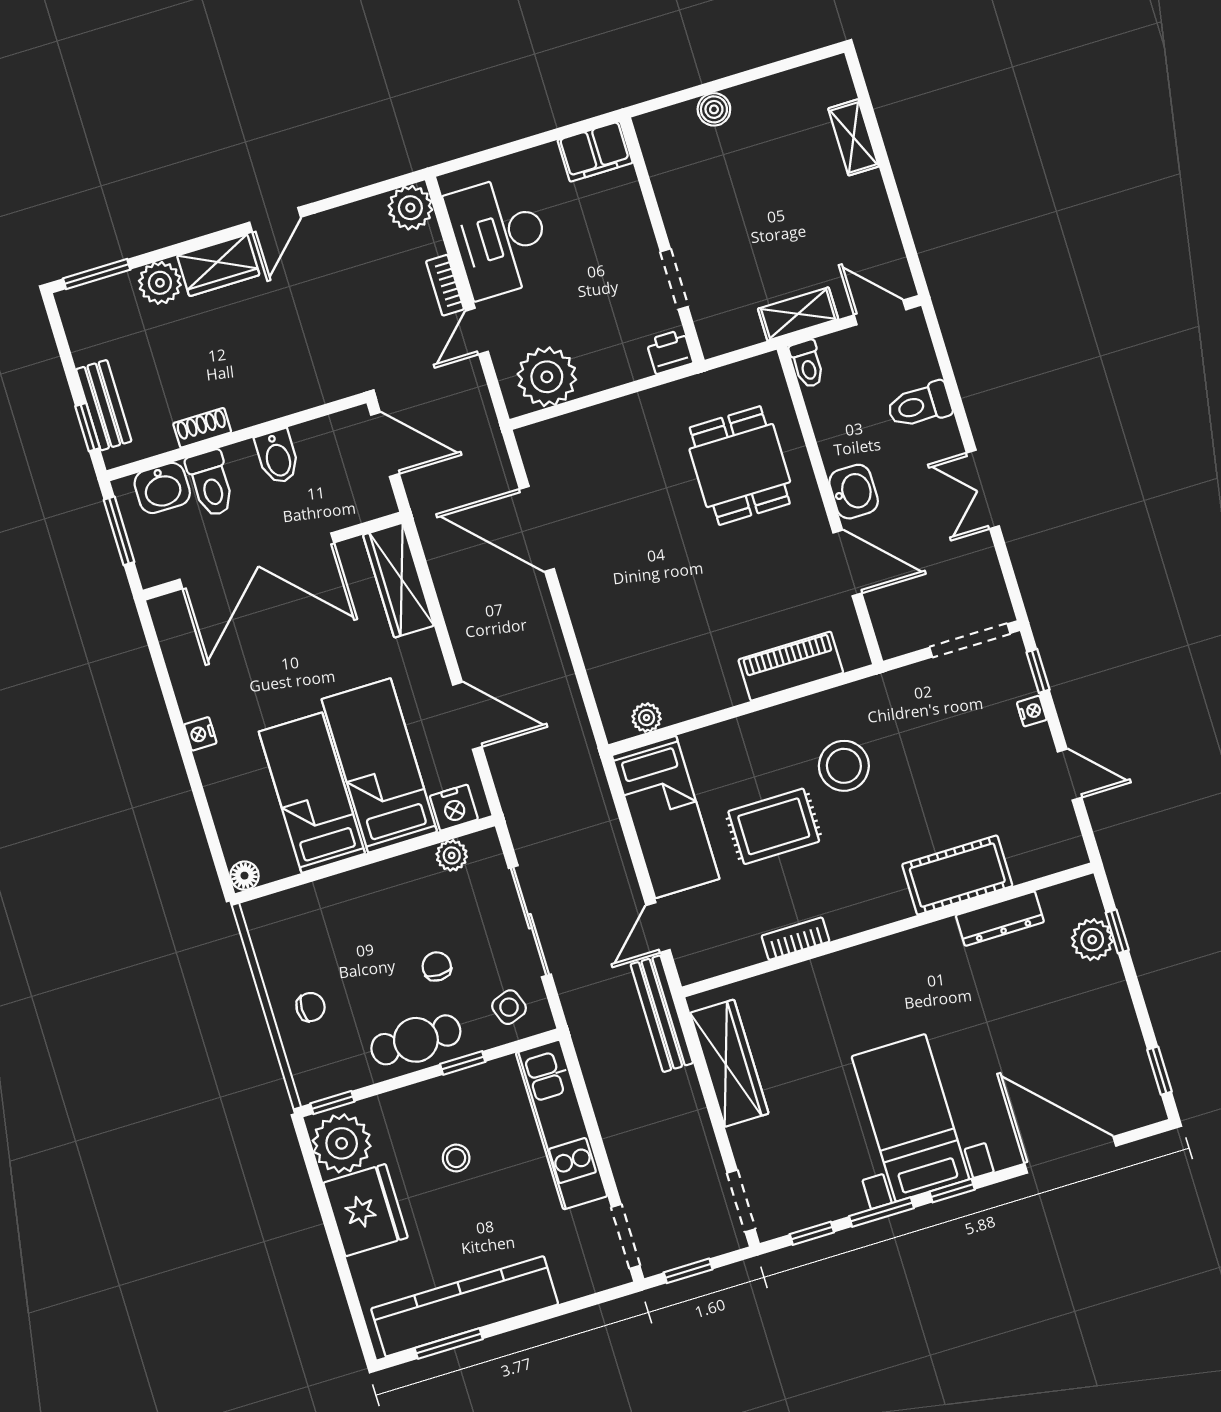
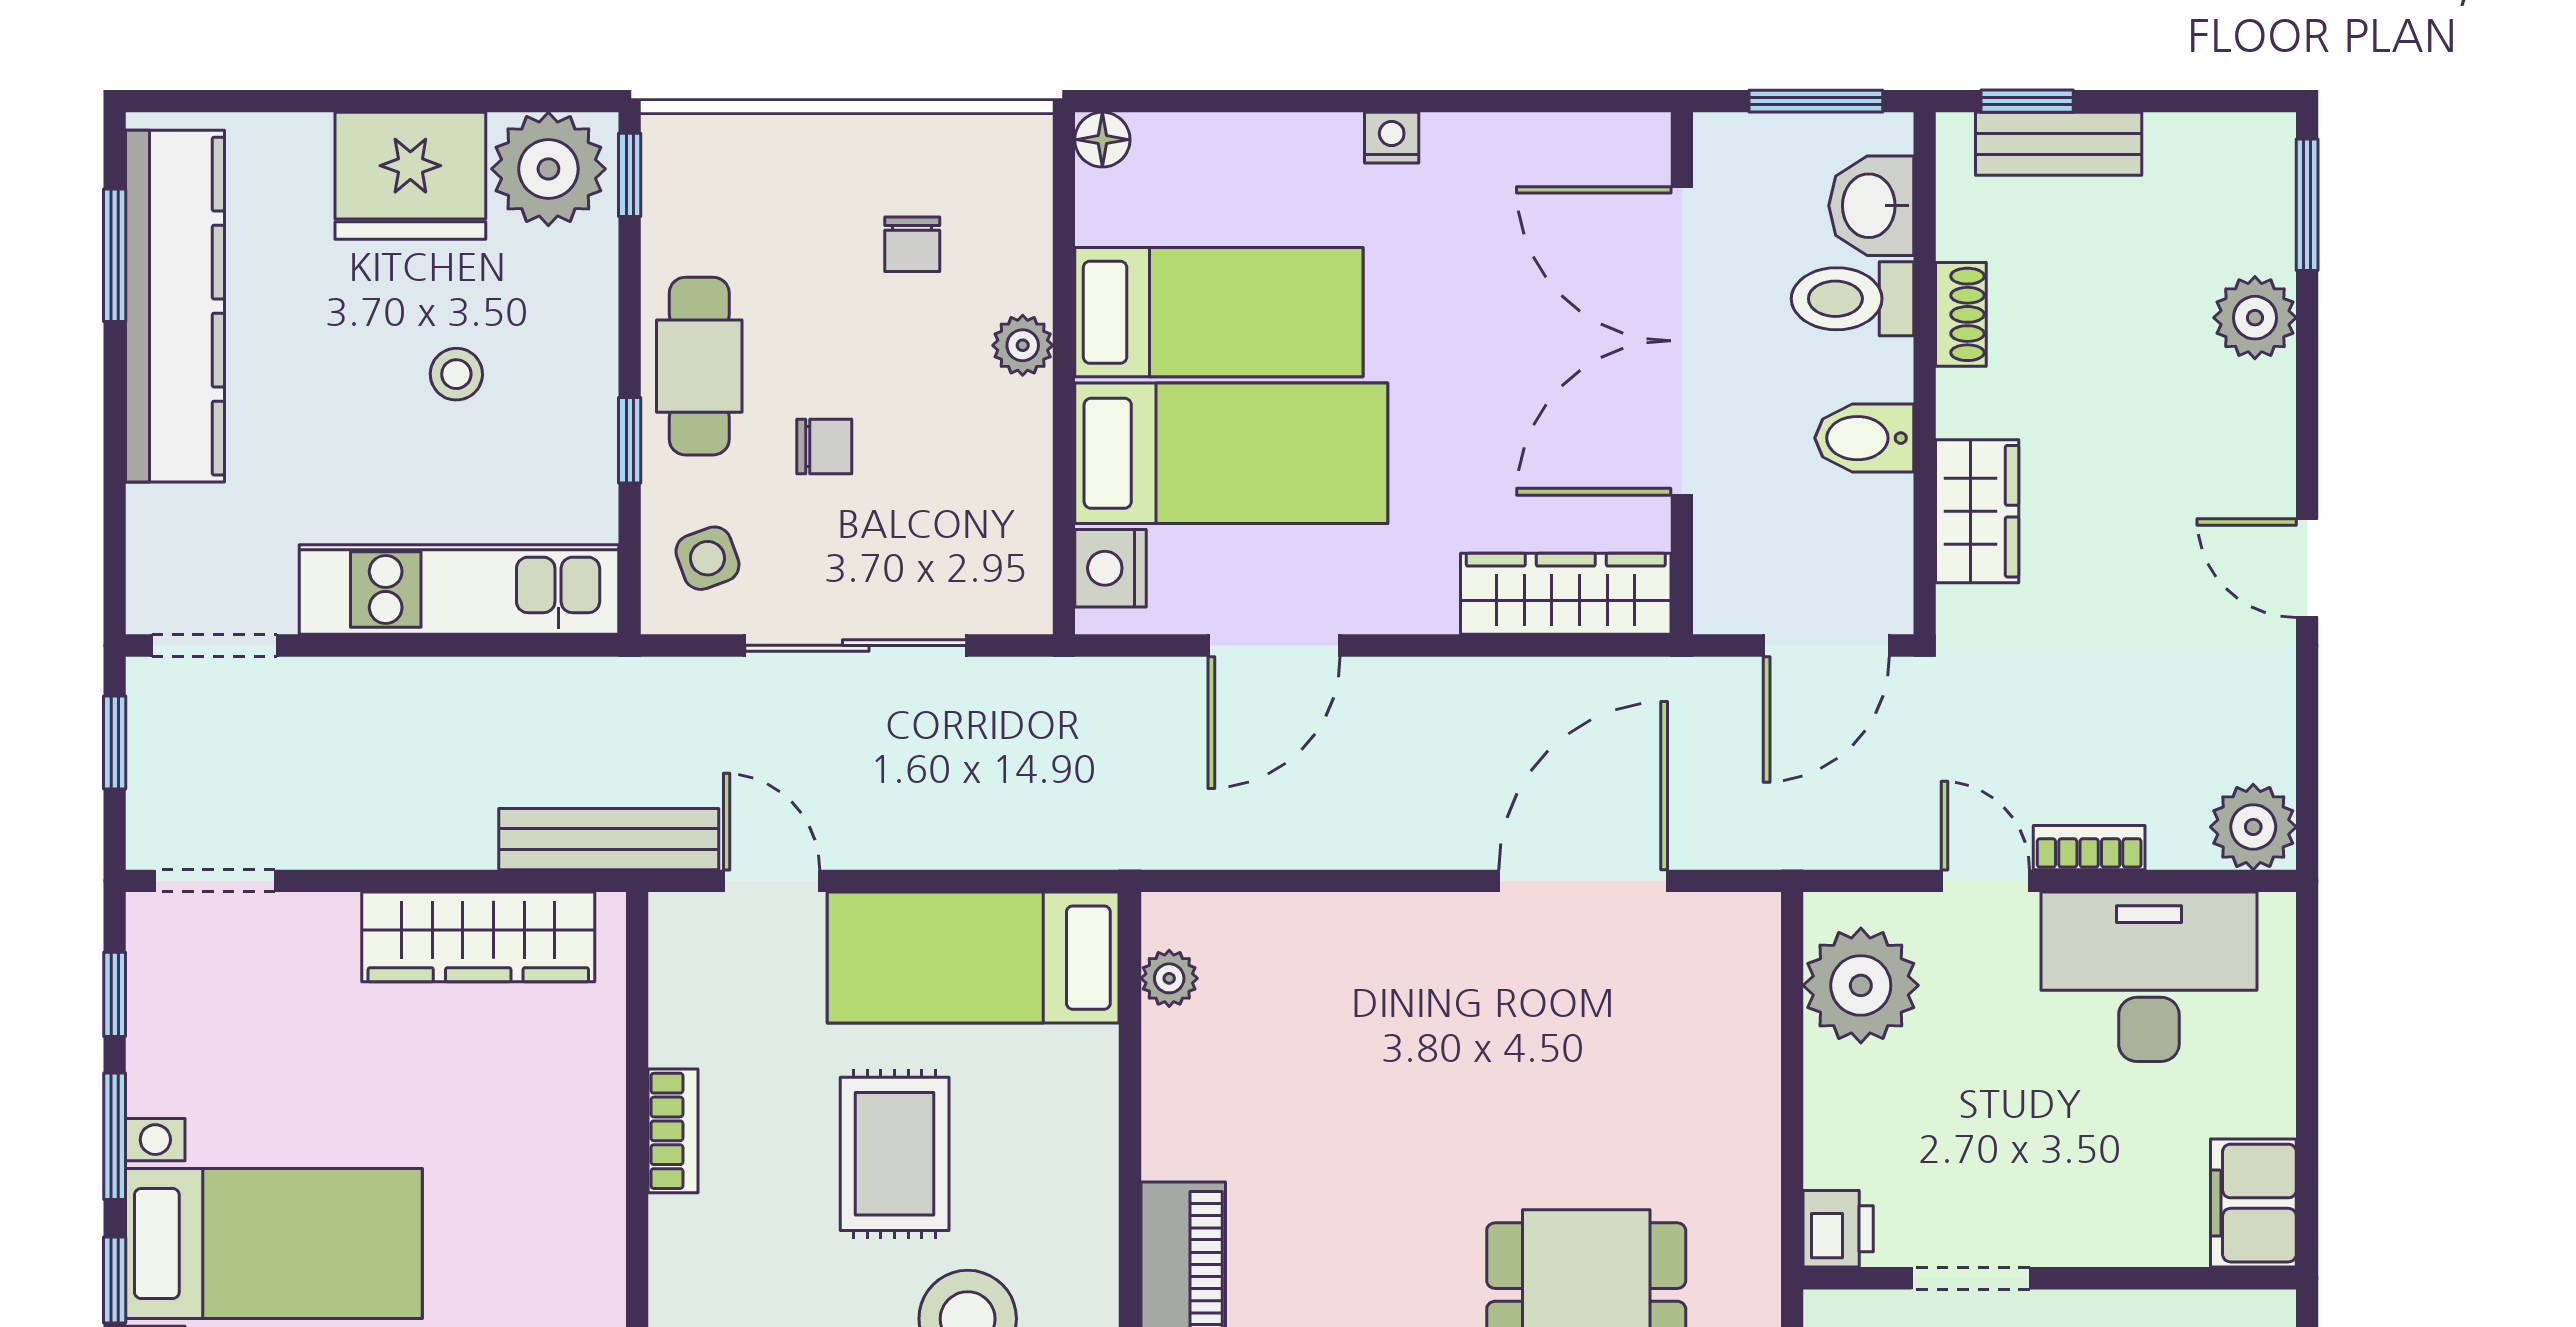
wardrobe: (218, 265) -> (1977, 511), moved, turned 180
plant: (452, 855) -> (1023, 345), moved
chair: (311, 1007) -> (912, 244), moved

